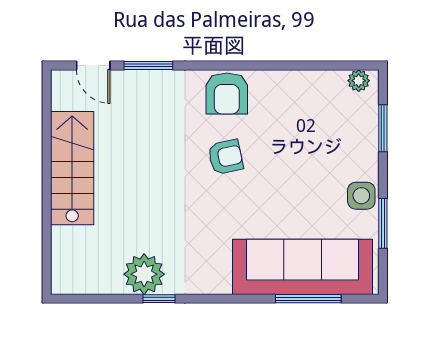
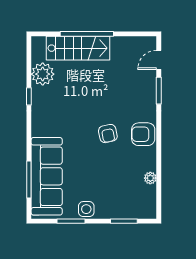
plant: (359, 81) -> (150, 178), moved
stairs: (72, 168) -> (78, 48), moved
window: (47, 195) -> (87, 34), added
plant: (144, 274) -> (43, 74), moved

